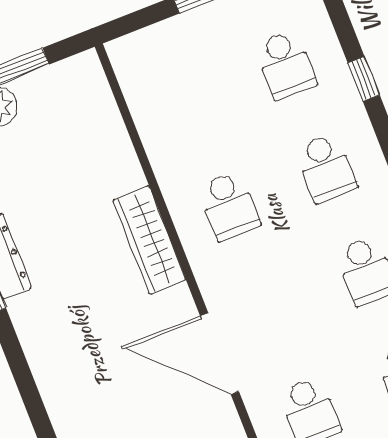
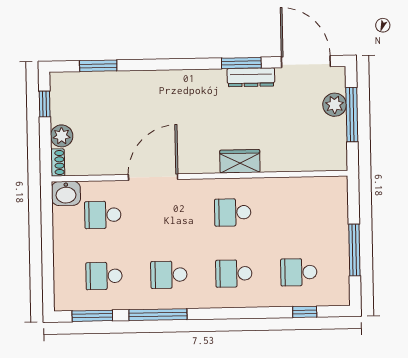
window: (364, 79) -> (305, 312), moved
wardrobe: (149, 240) -> (240, 161), width x0.67

